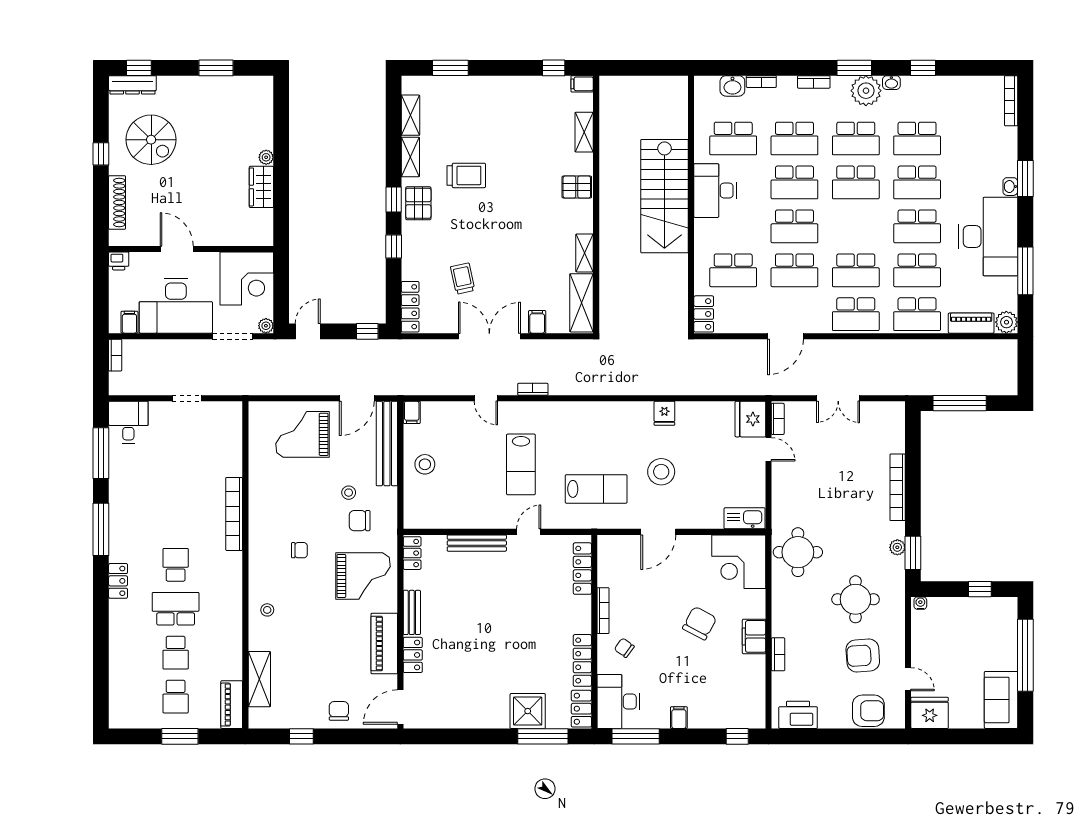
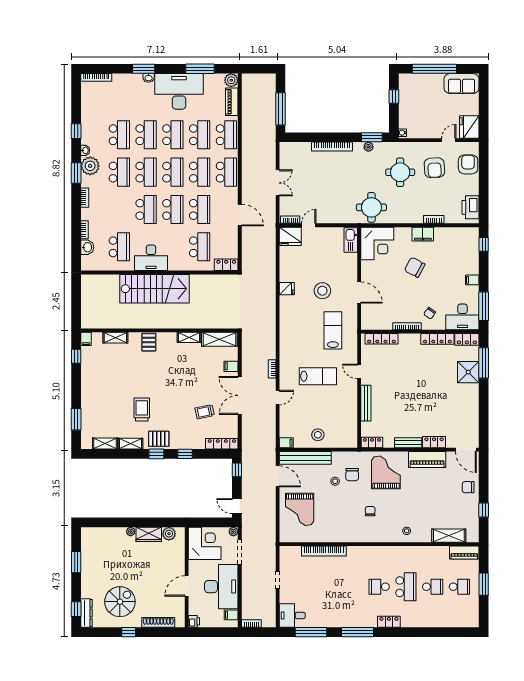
school desk: (794, 139) -> (173, 172), moved
plant: (263, 220) -> (169, 534), added
bookcase: (234, 514) -> (324, 551), moved
school desk: (176, 609) -> (406, 587), turned 180

